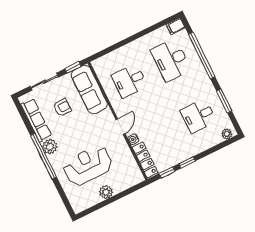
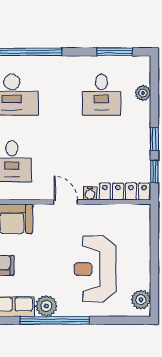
window: (224, 101) -> (115, 52), moved
plant: (227, 134) -> (143, 93), moved
plant: (106, 192) -> (141, 300), moved

